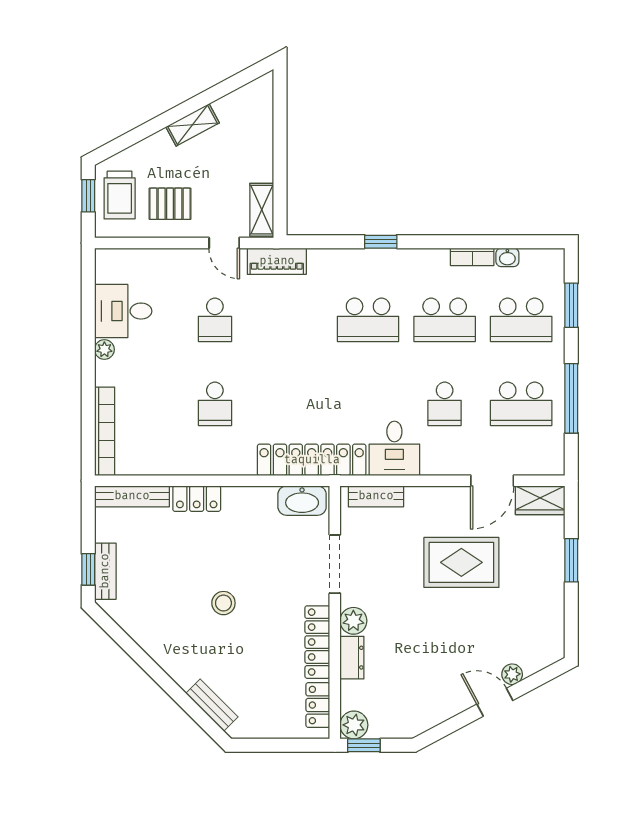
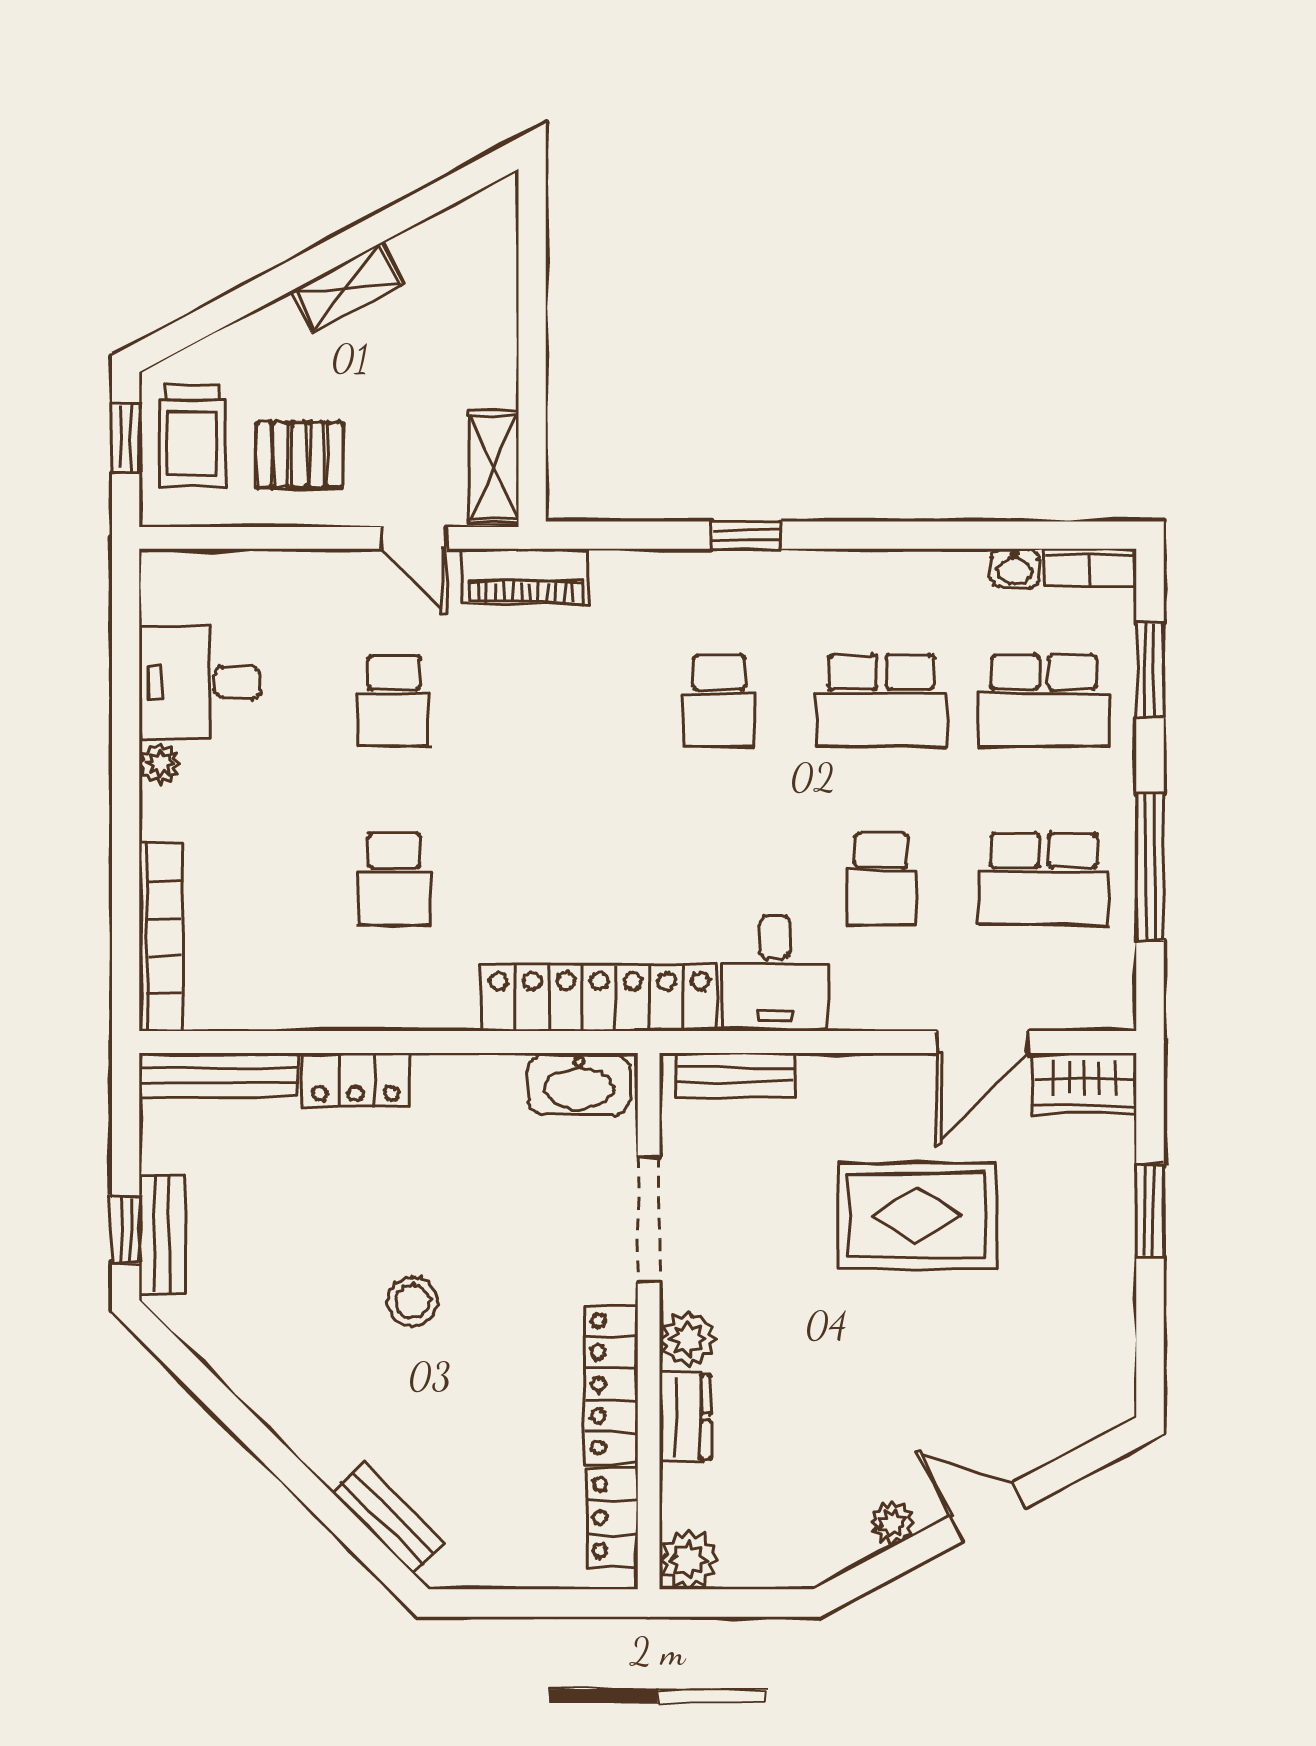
bookcase: (472, 257) -> (1089, 567), moved
school desk: (368, 320) -> (719, 701), width x0.54
plant: (512, 674) -> (892, 1523), moved
window: (364, 745) -> (710, 1603), removed

